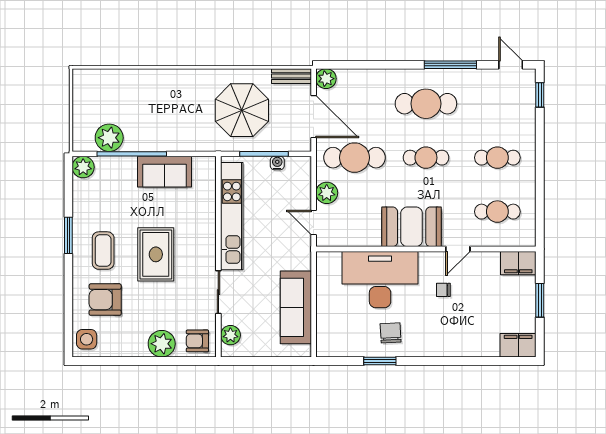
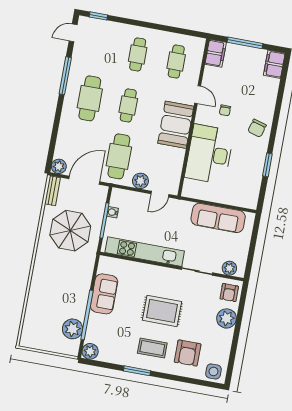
window: (540, 300) -> (245, 43), width x1.44
chair: (391, 333) -> (257, 128), moved, turned -71

